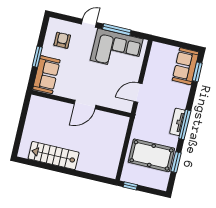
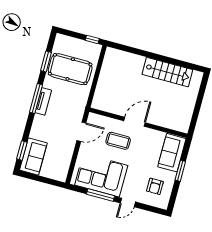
coffee table: (101, 85) -> (118, 141), added

